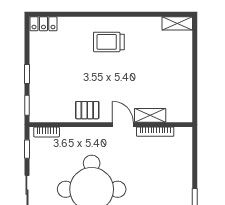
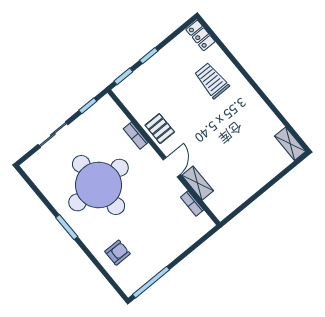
trolley: (109, 42) -> (212, 80), moved
bookcase: (47, 132) -> (136, 136), moved
bookcase: (155, 132) -> (192, 203), width x0.64

